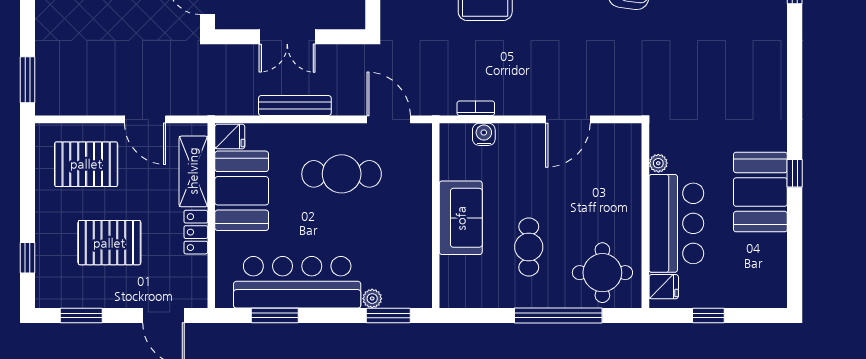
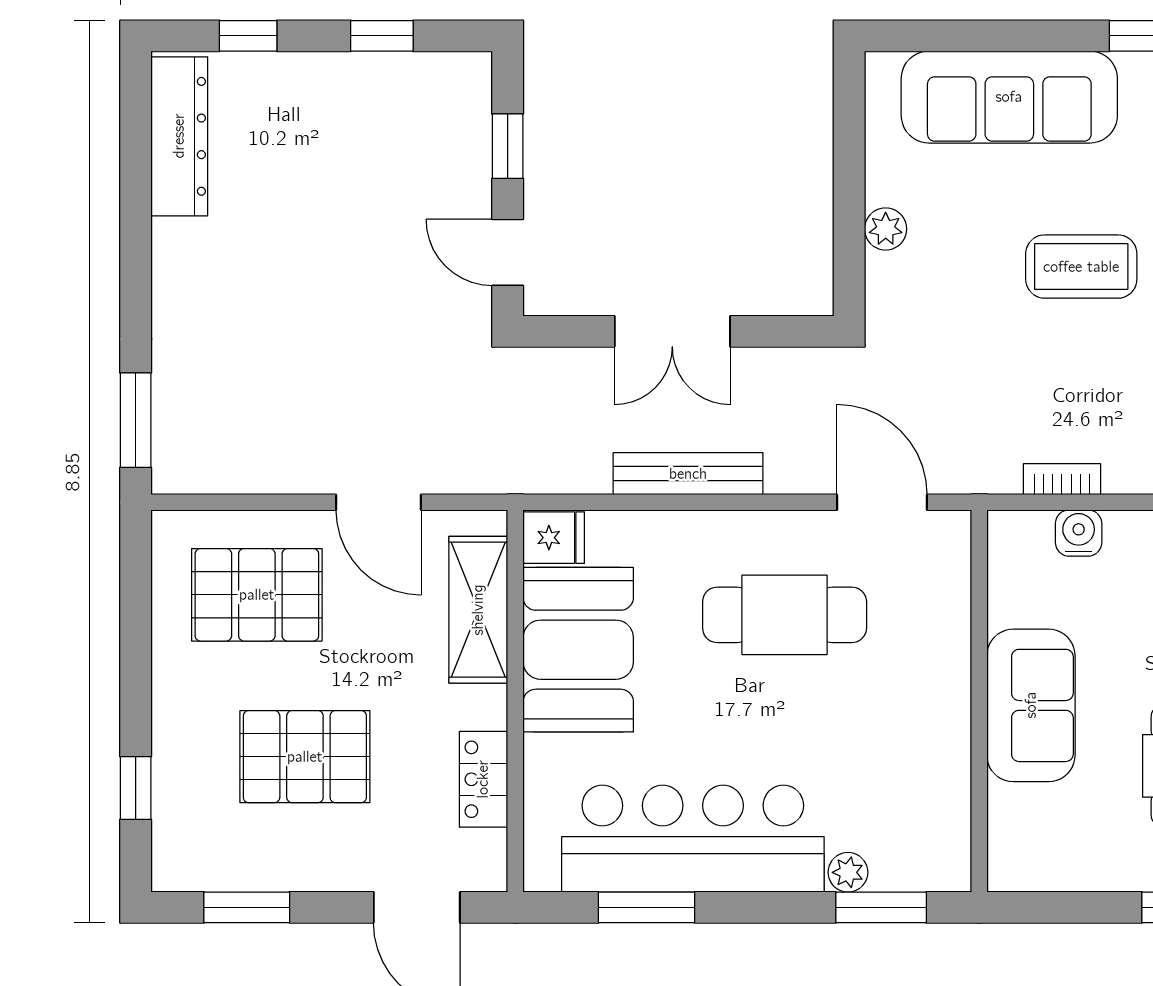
locker: (196, 232) -> (483, 779), moved

